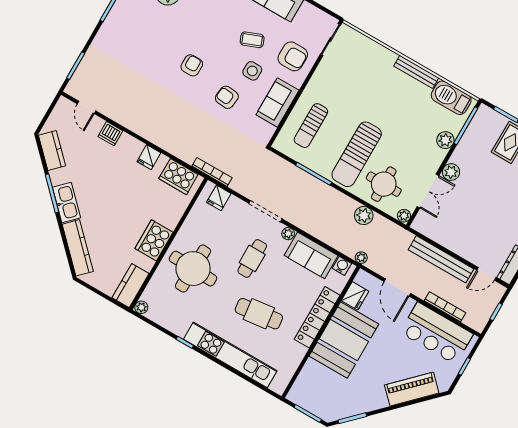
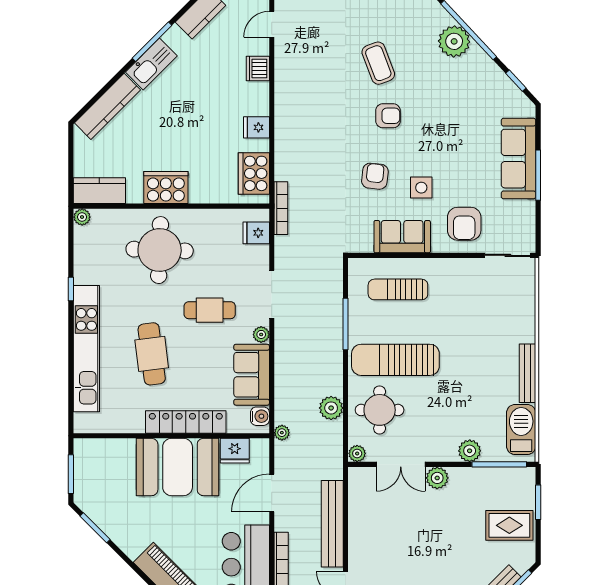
coffee table: (252, 40) -> (378, 63), moved, width x1.36, depth x1.30

